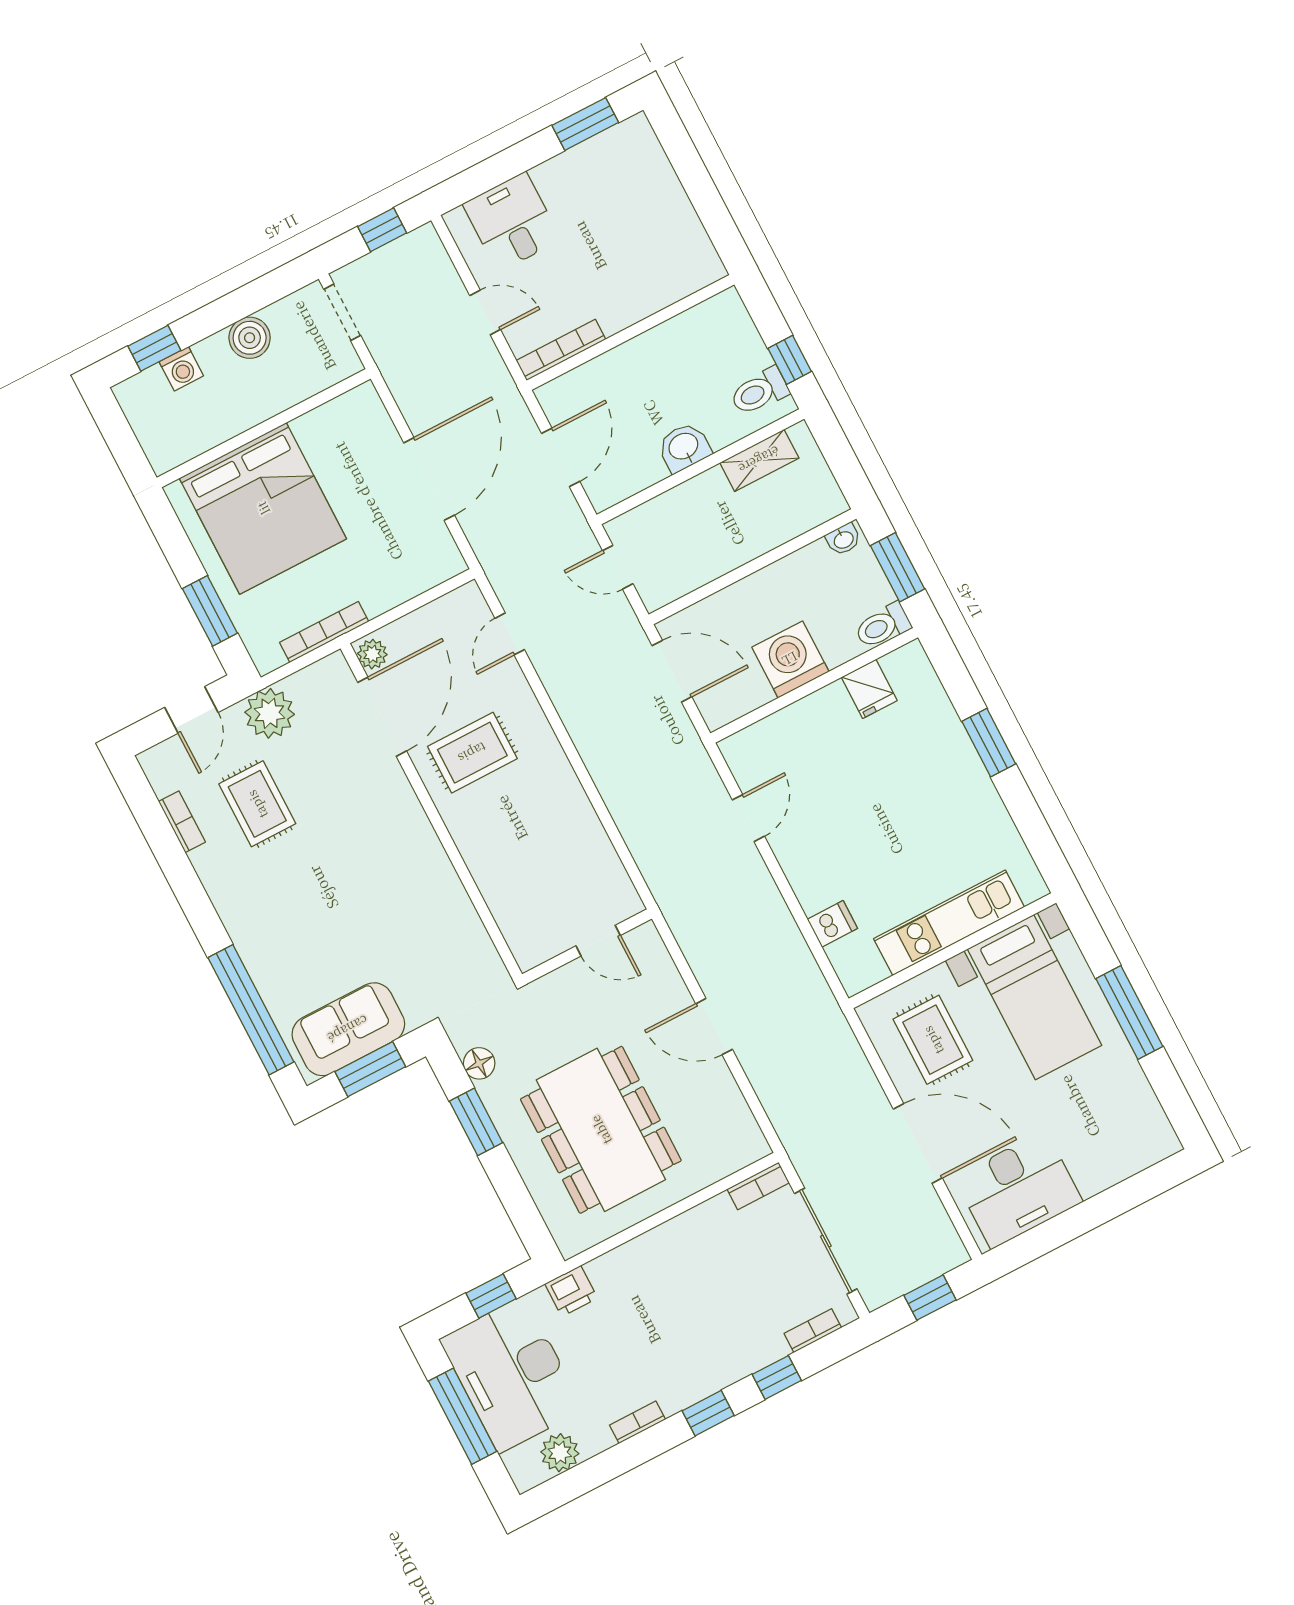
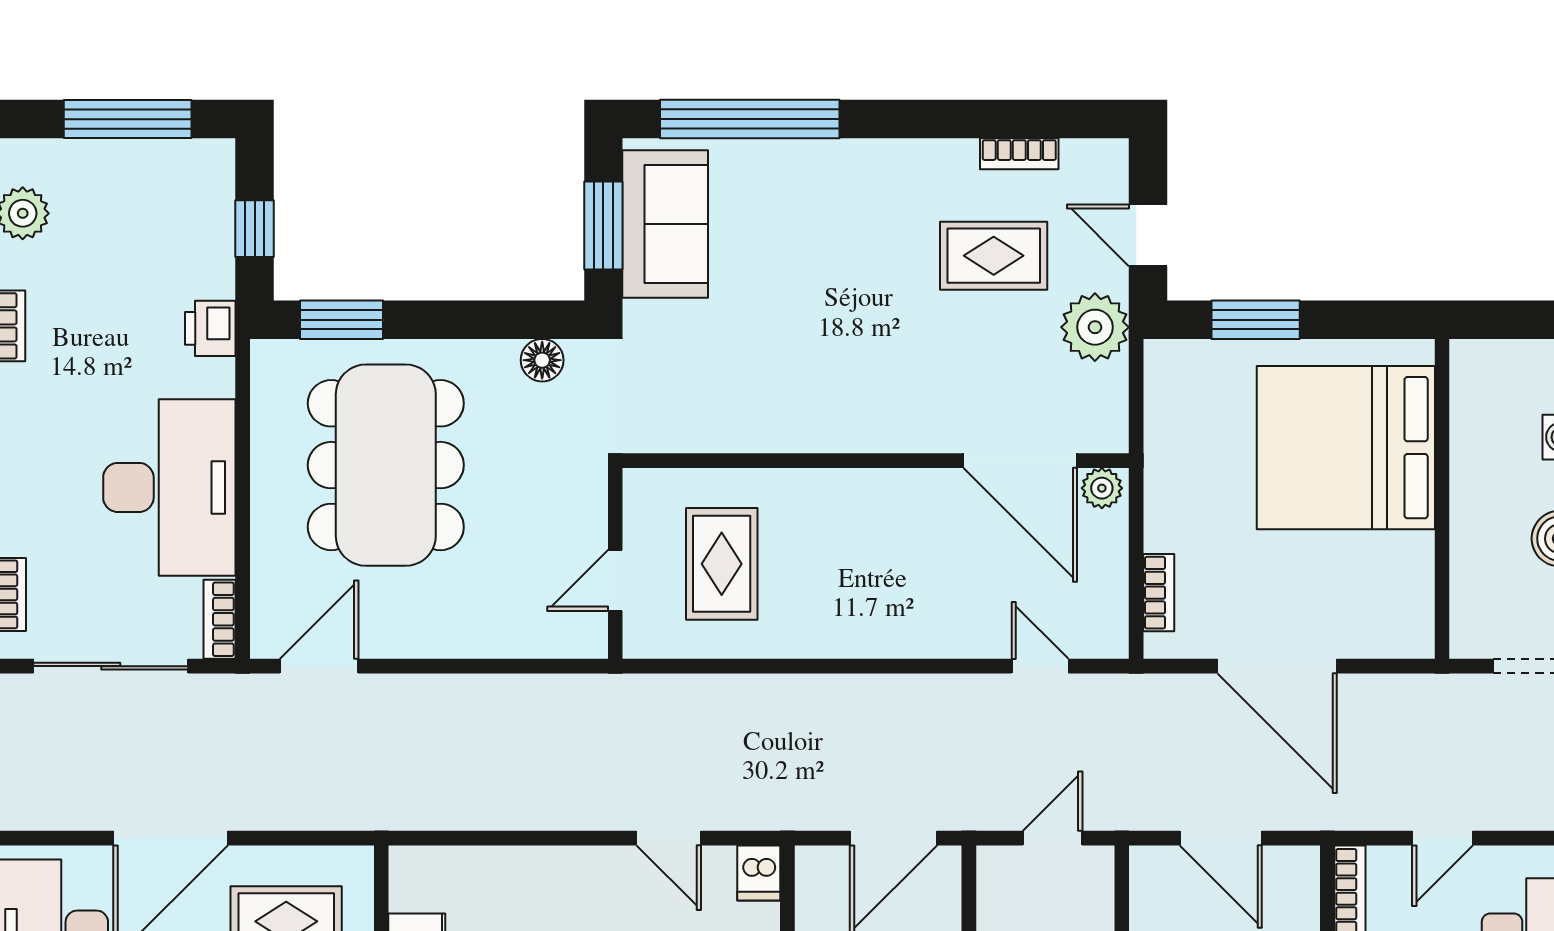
bookcase: (324, 632) -> (1159, 593), moved, width x0.64
rug: (472, 753) -> (722, 564), moved
dishwasher: (832, 924) -> (759, 873), moved
door: (714, 1027) -> (319, 666), moved
window: (476, 1122) -> (342, 320), moved
dining table: (601, 1130) -> (386, 465), turned 90
desk: (512, 1374) -> (169, 487), moved, turned 90

